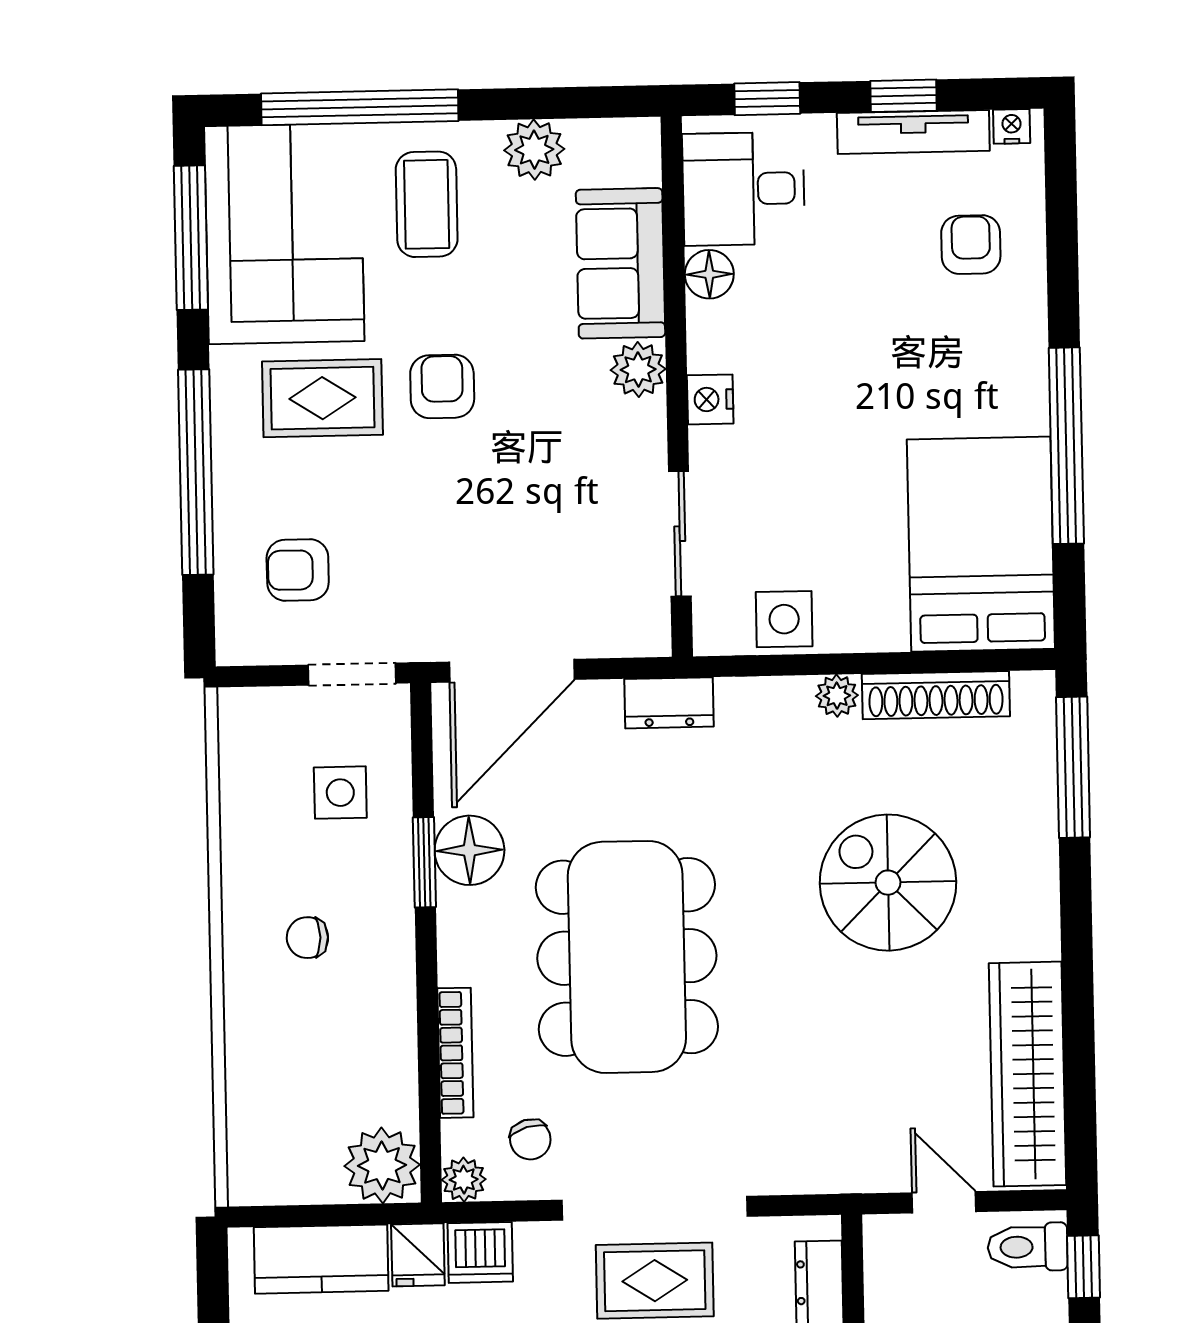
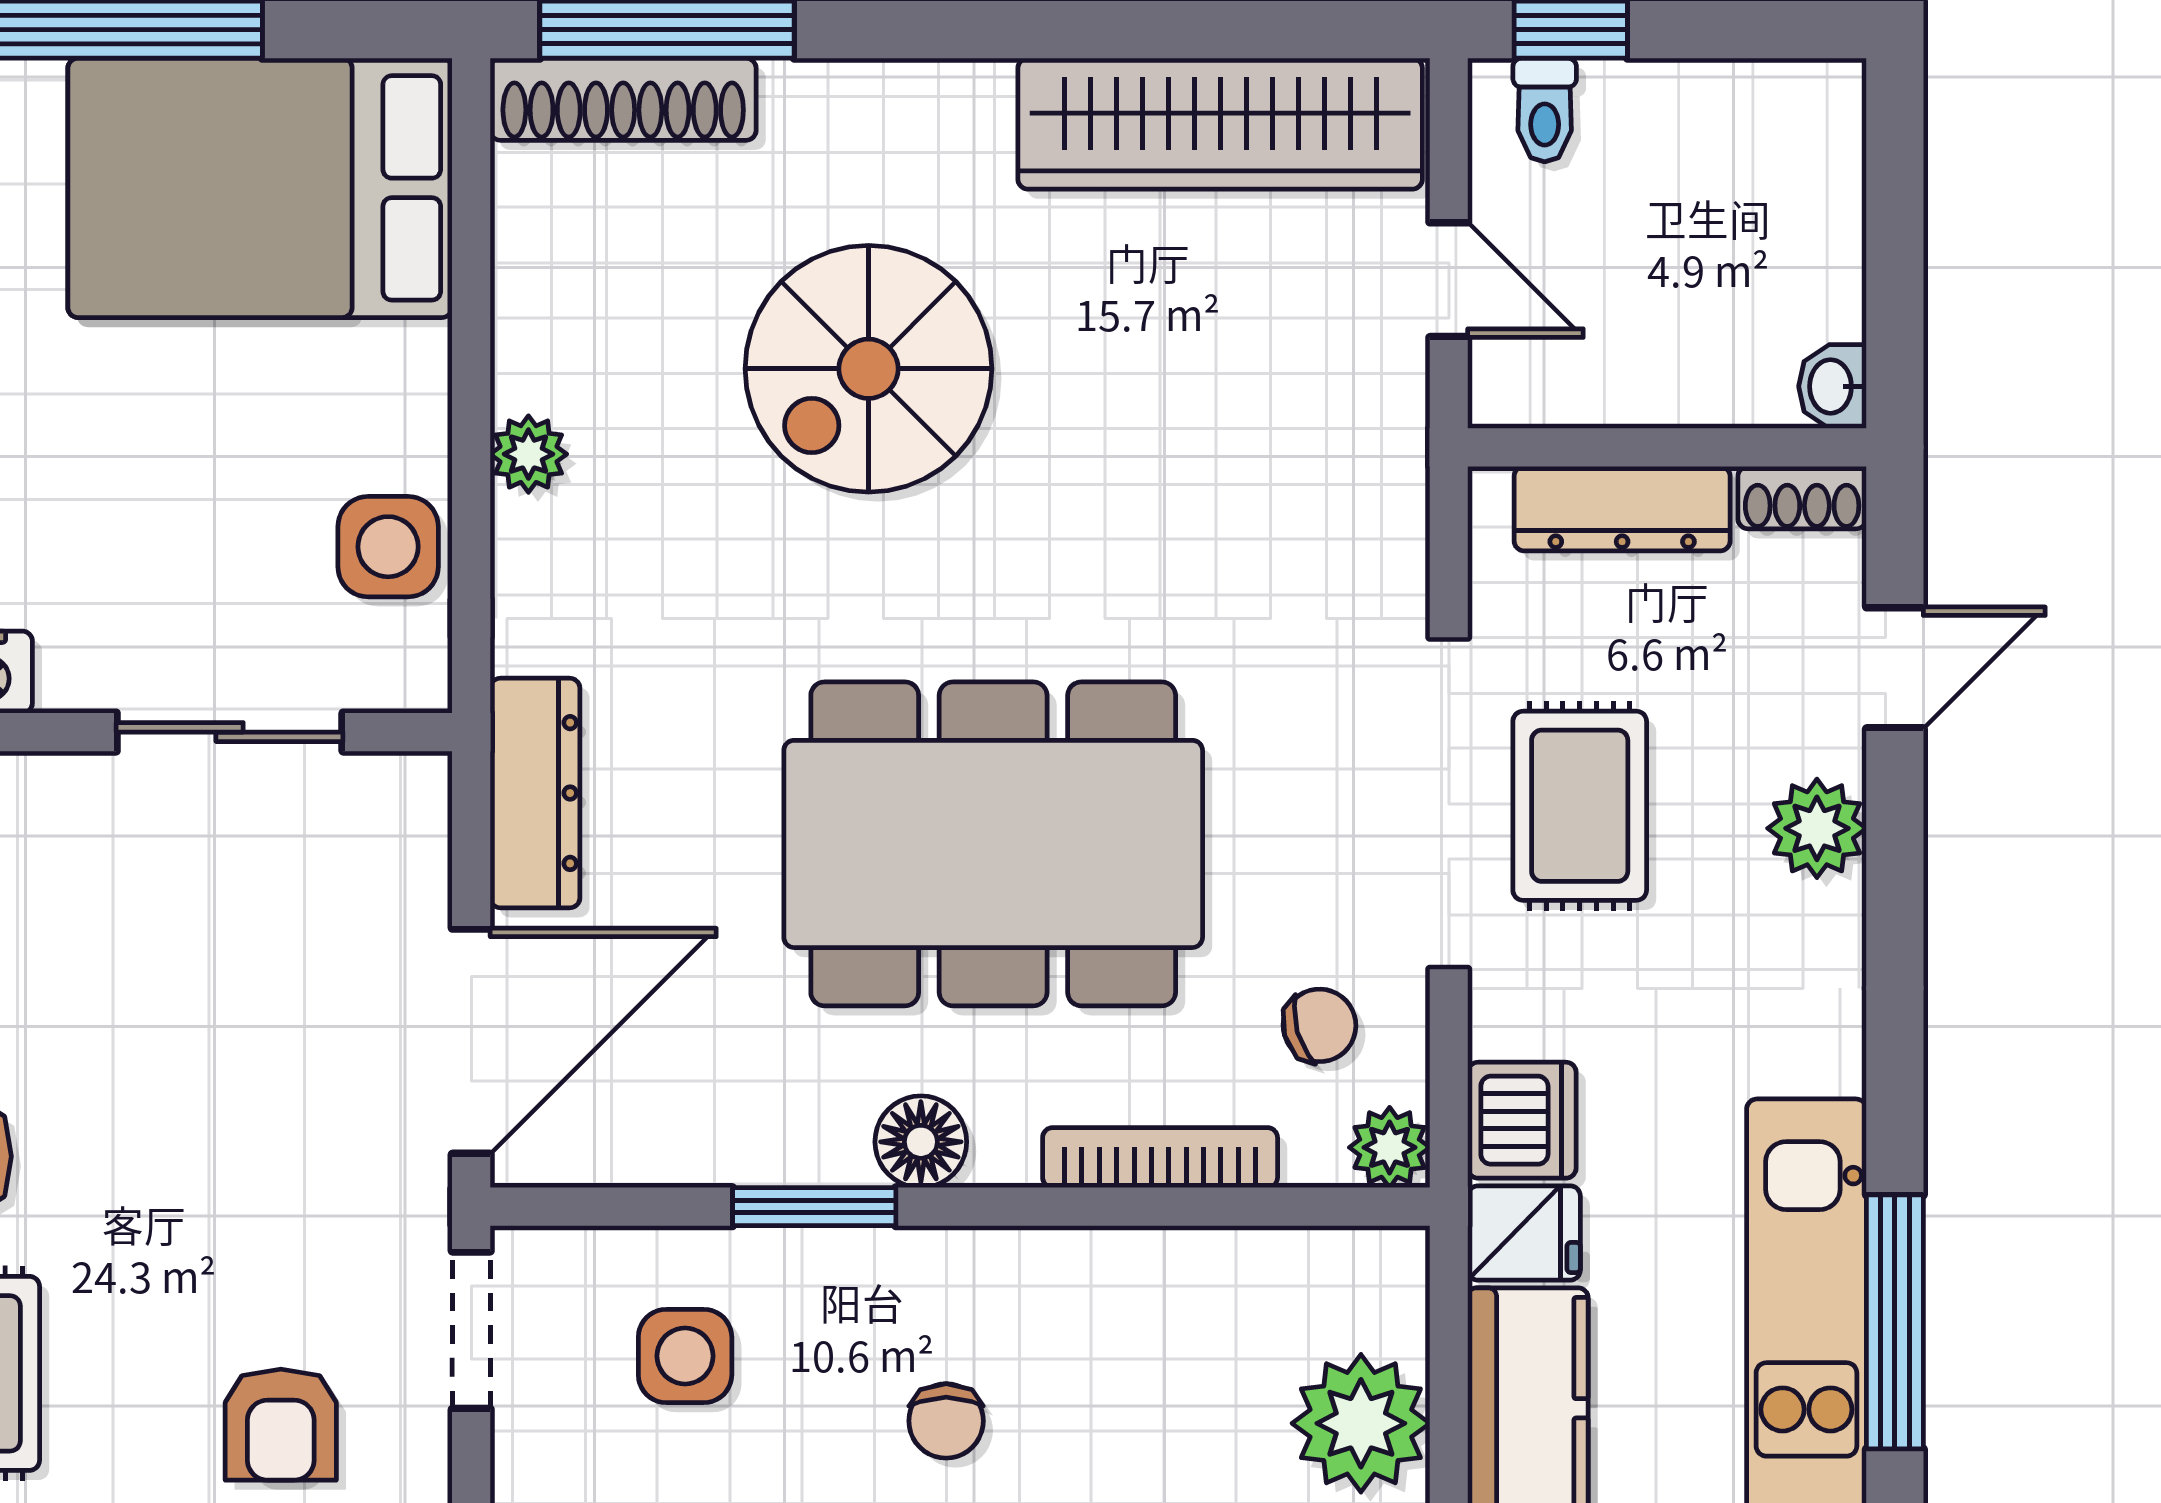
door: (512, 671) -> (471, 1041), hinge flipped
shoe rack: (936, 695) -> (623, 99), moved, turned 90
dresser: (669, 703) -> (535, 793), width x1.44
floor lamp: (469, 850) -> (921, 1142), moved, width x0.73, depth x0.73
plant: (382, 1165) -> (1361, 1423), moved
door: (944, 1202) -> (1449, 280), swing flipped
toilet: (1028, 1247) -> (1545, 110), width x0.73, depth x0.72

